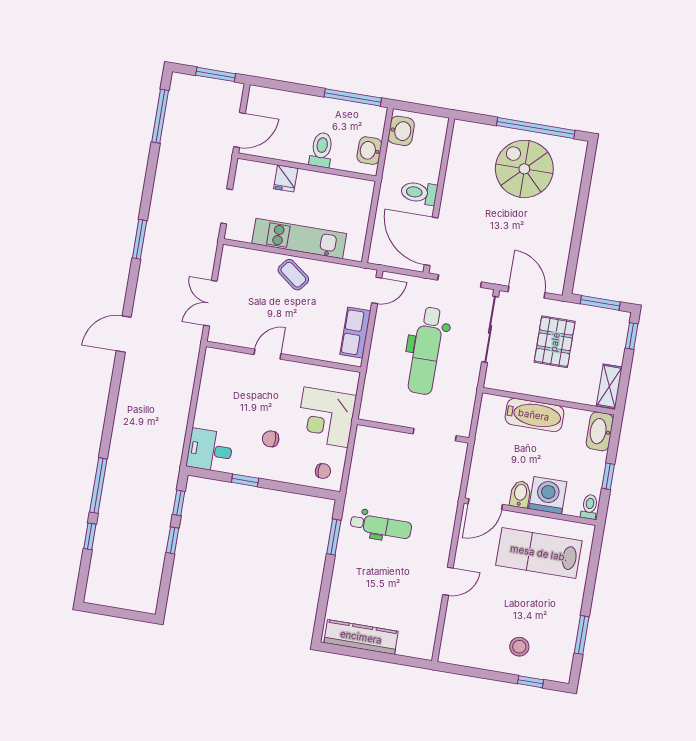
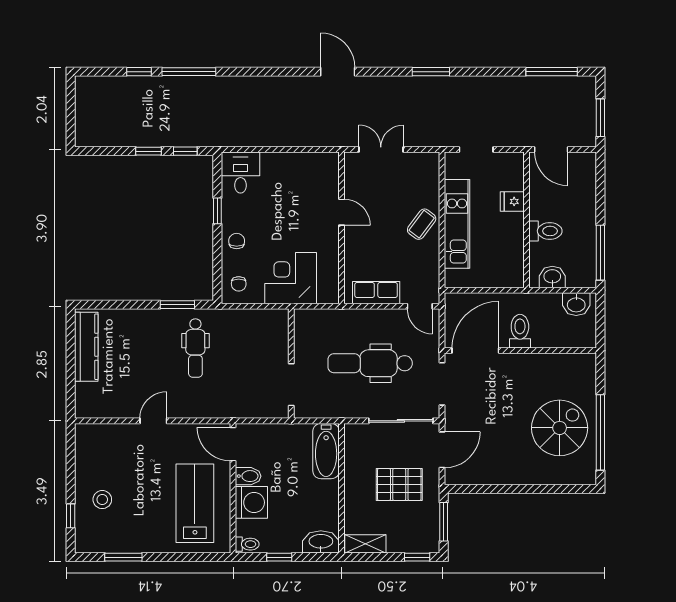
bathtub: (534, 415) -> (326, 451), moved
chair: (271, 439) -> (237, 241), moved
door: (448, 581) -> (153, 421), swing flipped

